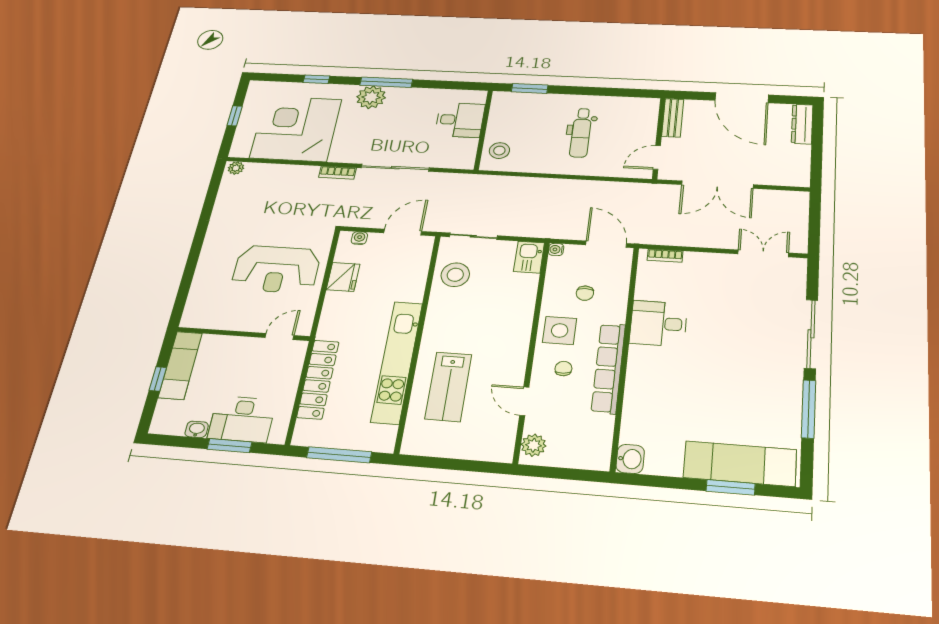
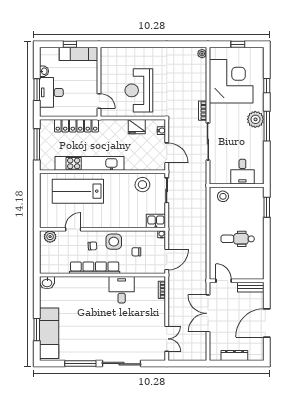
dresser: (802, 124) -> (234, 356), moved
lab bench: (448, 387) -> (78, 191), width x1.36, depth x1.39

